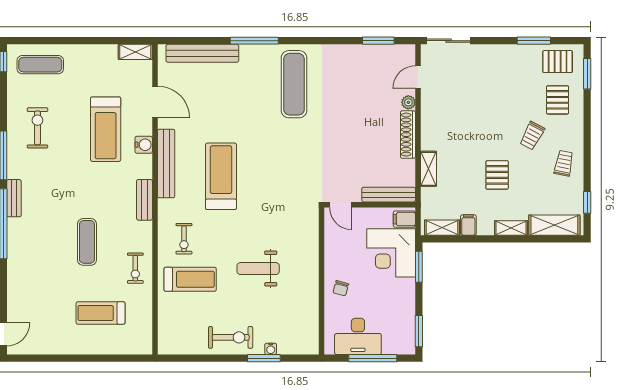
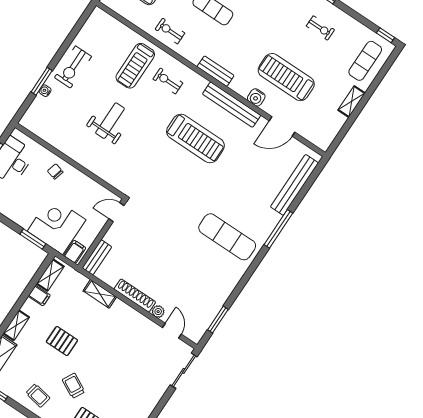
shelving: (135, 52) -> (352, 102), moved
exercise bike: (37, 128) -> (320, 28), width x0.73, depth x0.72
bench: (389, 195) -> (97, 257), width x0.73

